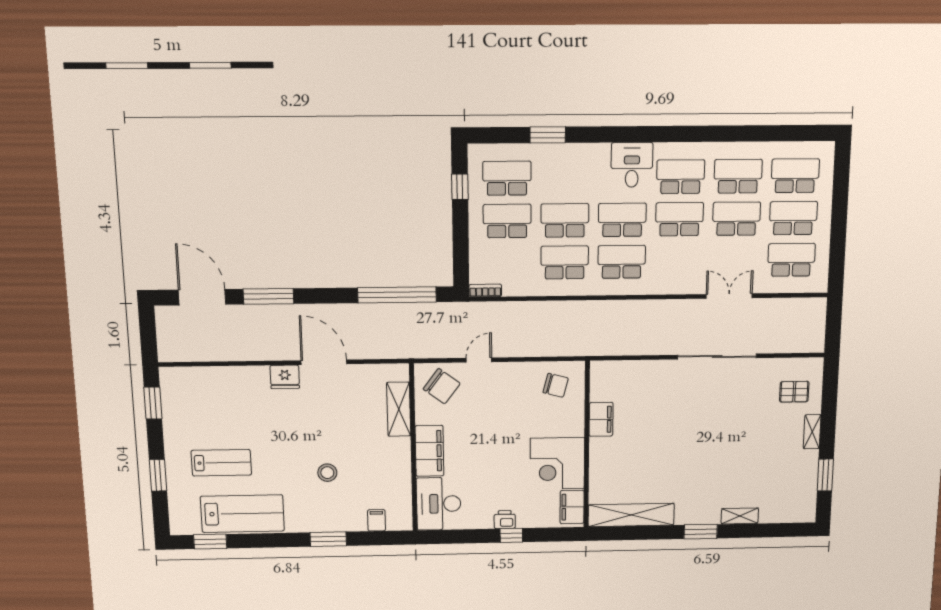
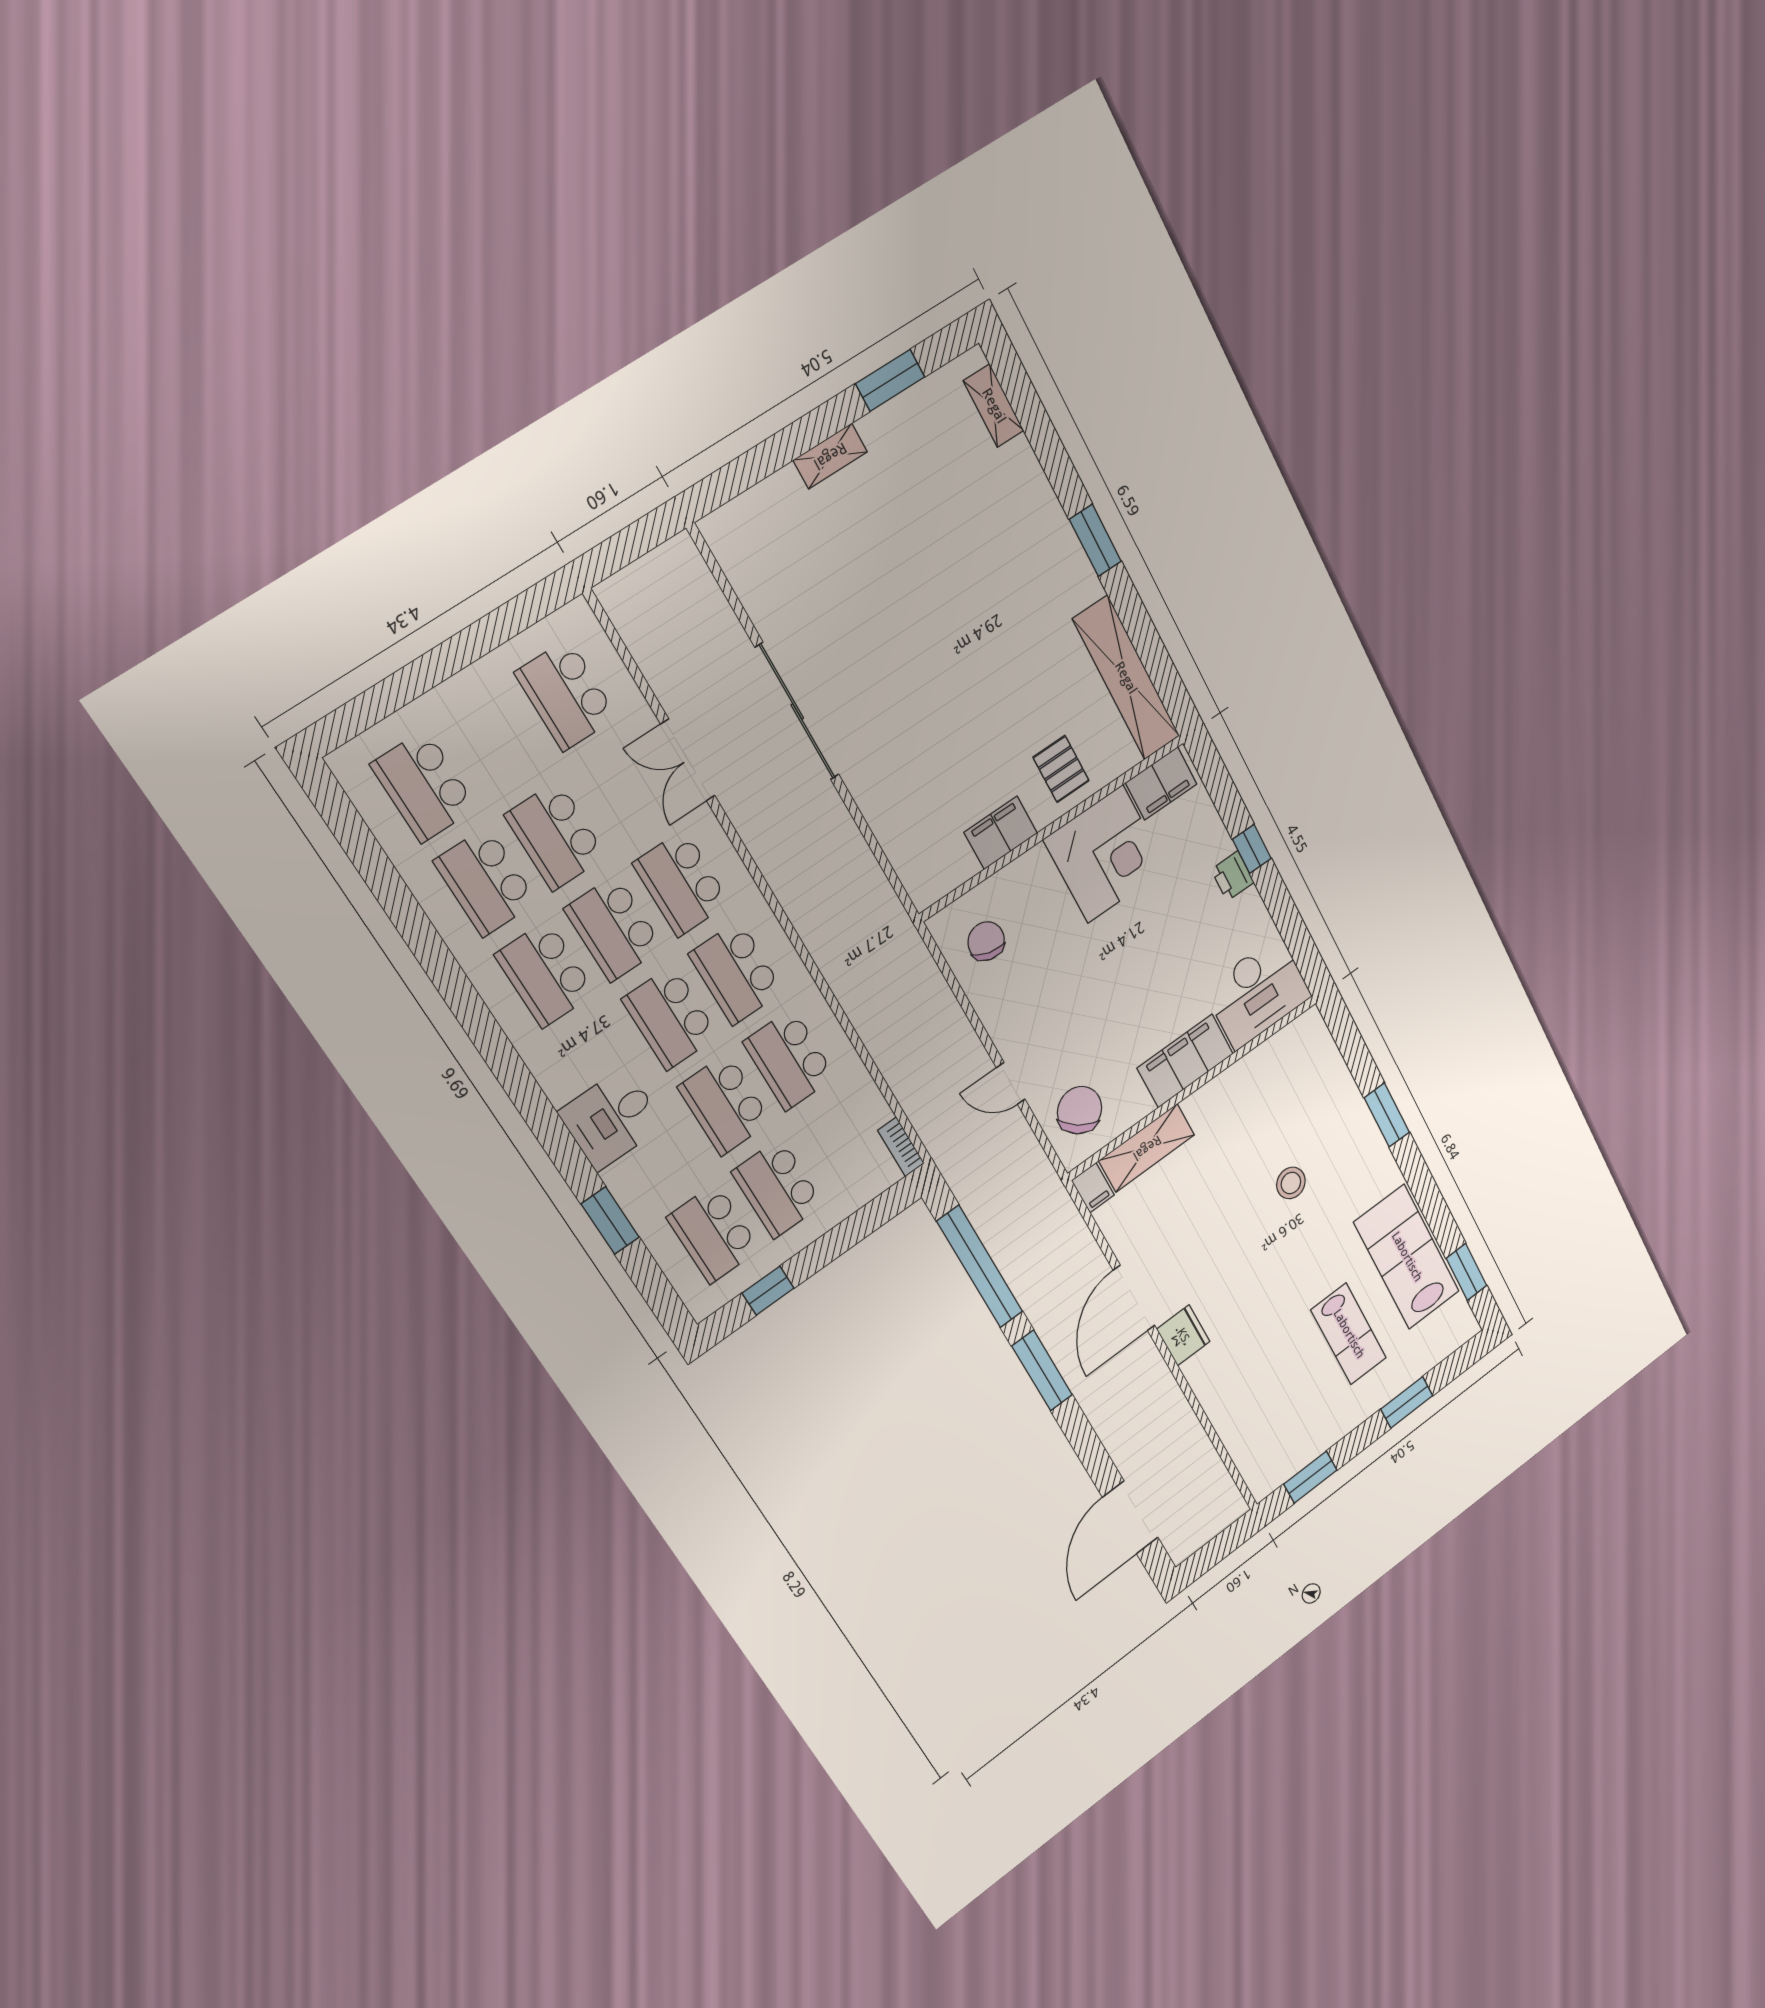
desk: (632, 165) -> (611, 1119), moved
school desk: (793, 218) -> (681, 883), moved
window: (268, 296) -> (1042, 1371), moved
pallet: (794, 392) -> (1061, 769), moved
lab bench: (221, 463) -> (1349, 1334), turned 180
shelving: (740, 516) -> (994, 406), moved
filing cabinet: (377, 520) -> (1093, 1188), moved, turned -90

